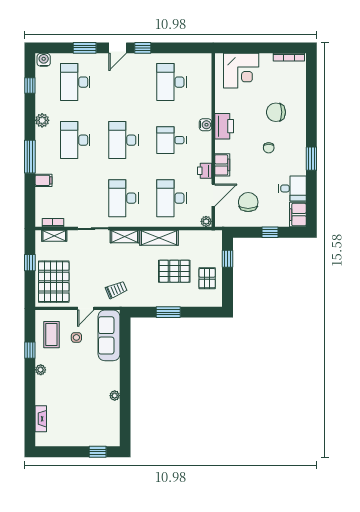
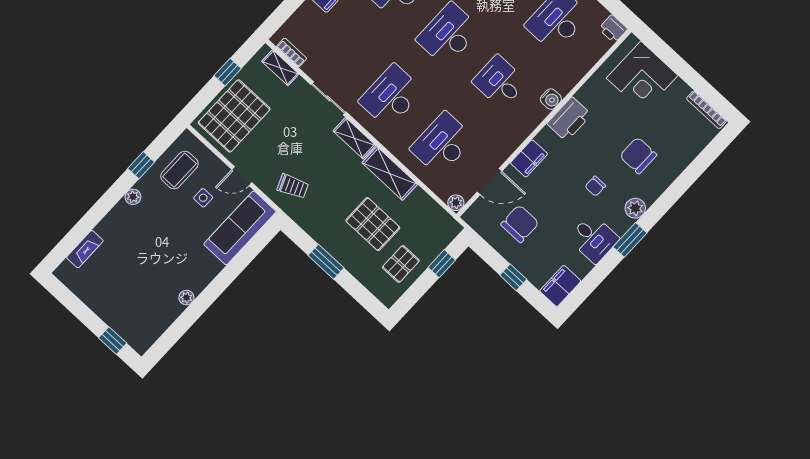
plant: (299, 140) -> (635, 208), added
printer: (205, 171) -> (613, 29), moved, turned -90
desk: (292, 188) -> (594, 239), moved

